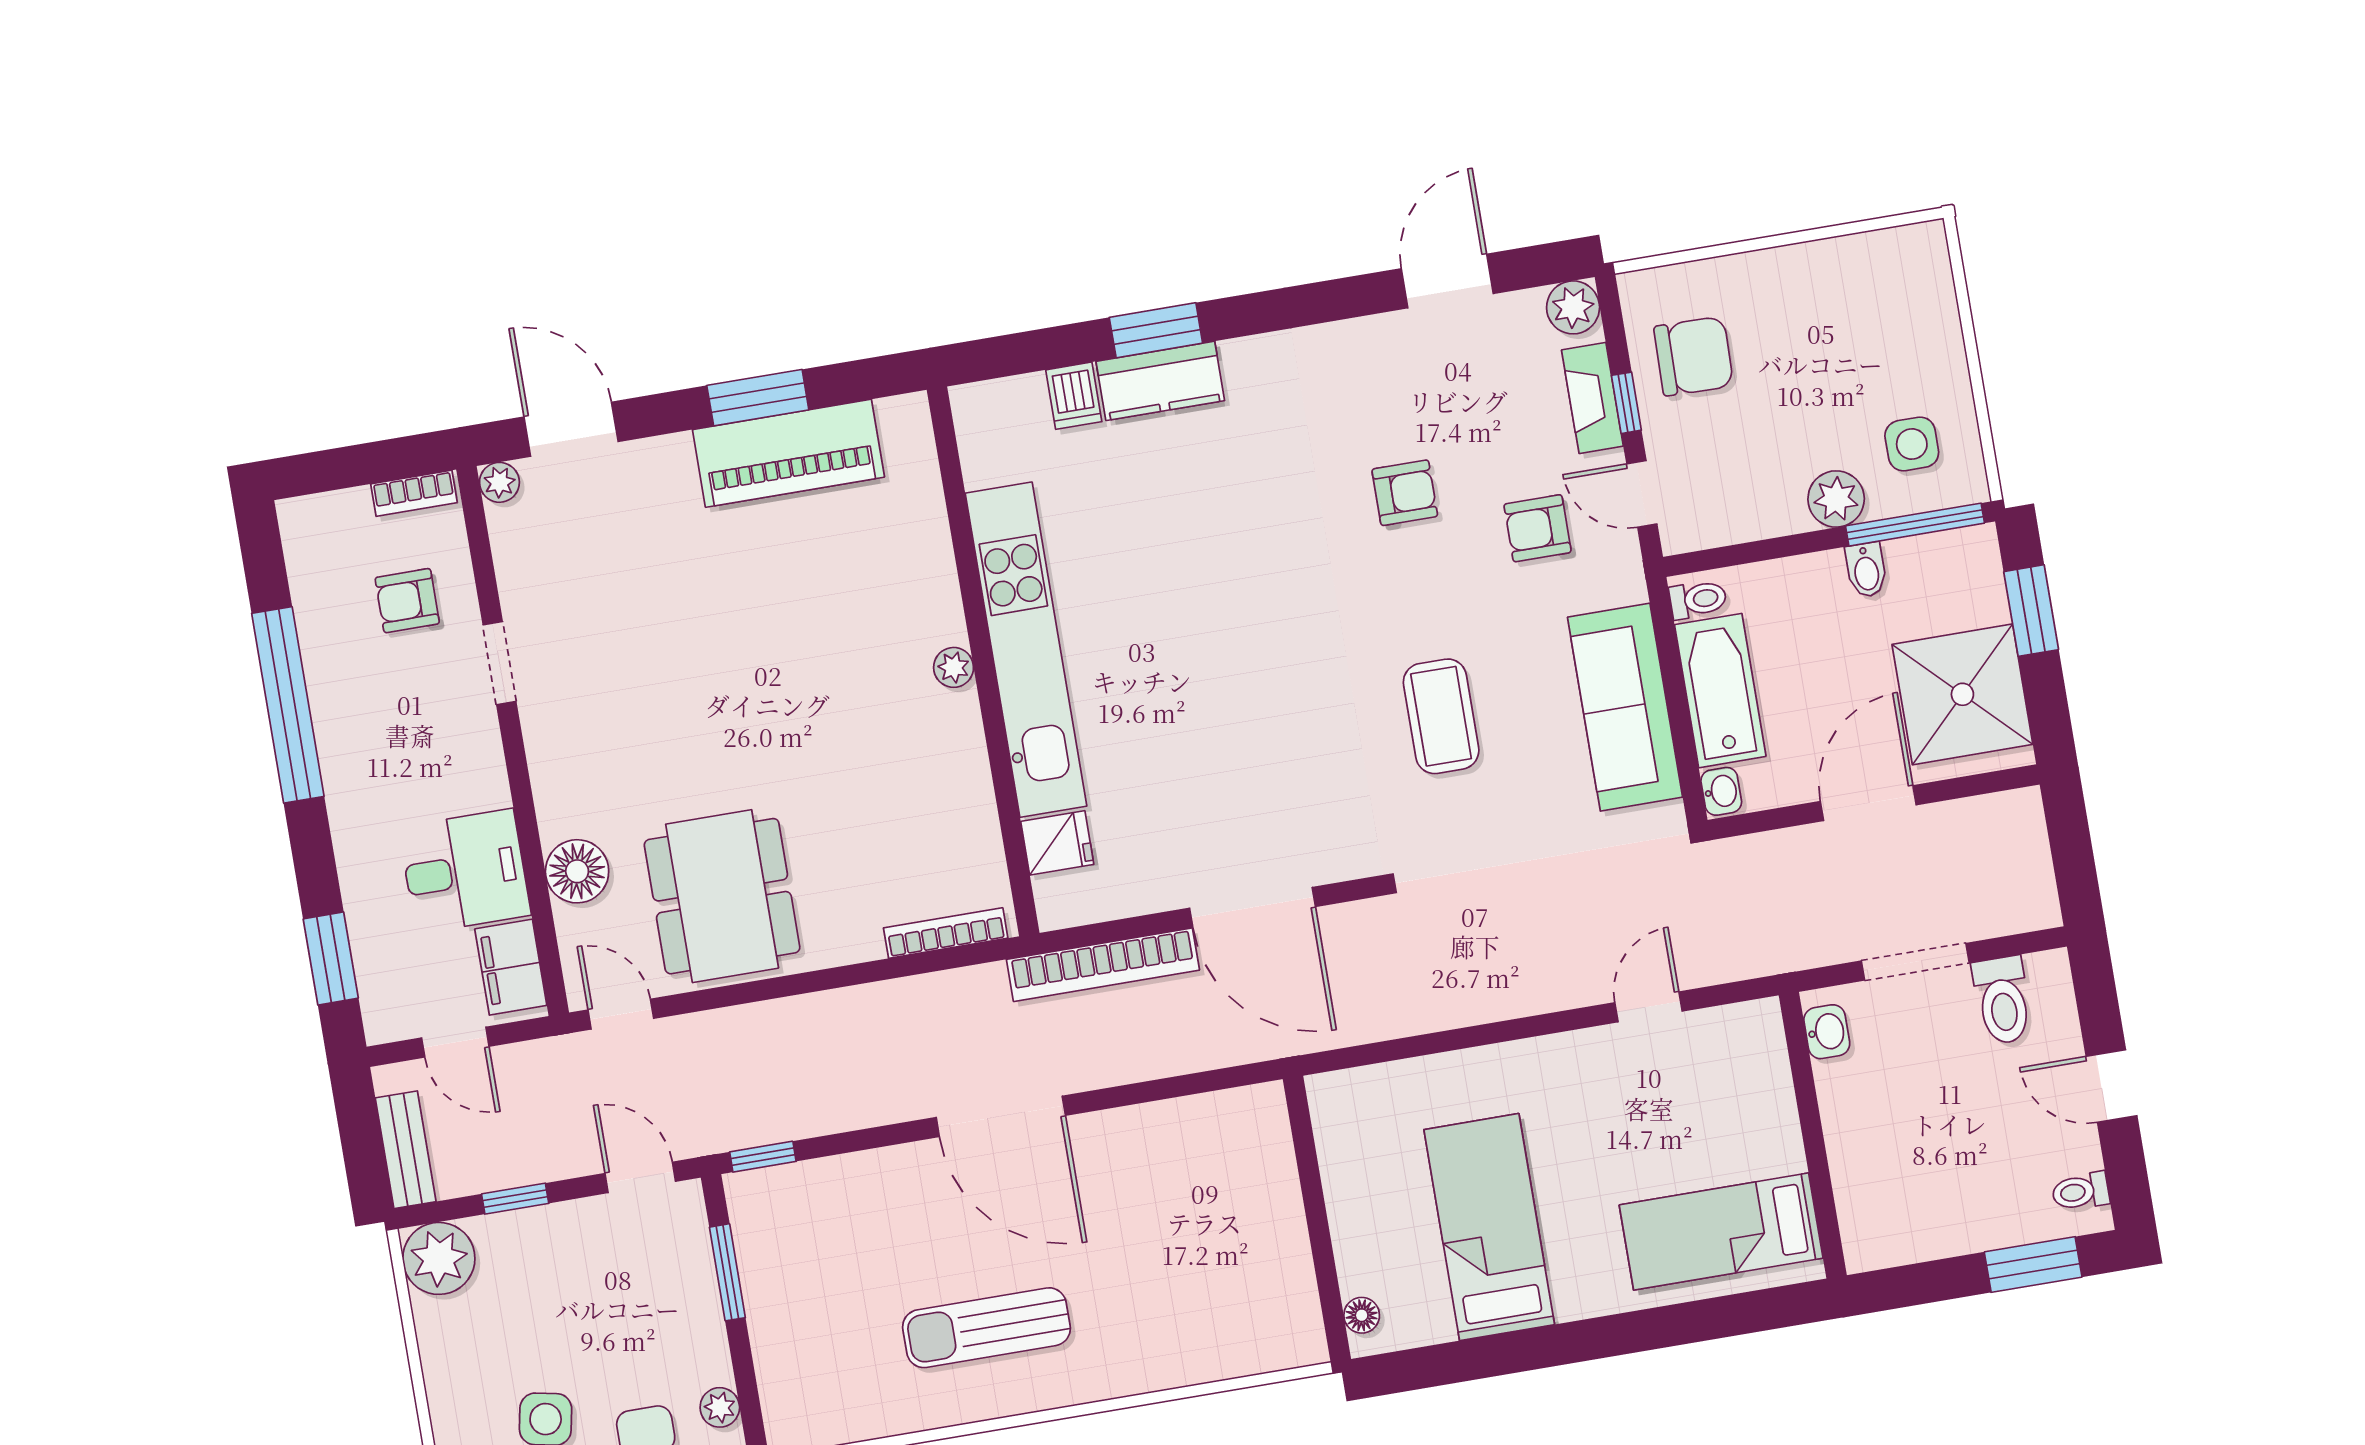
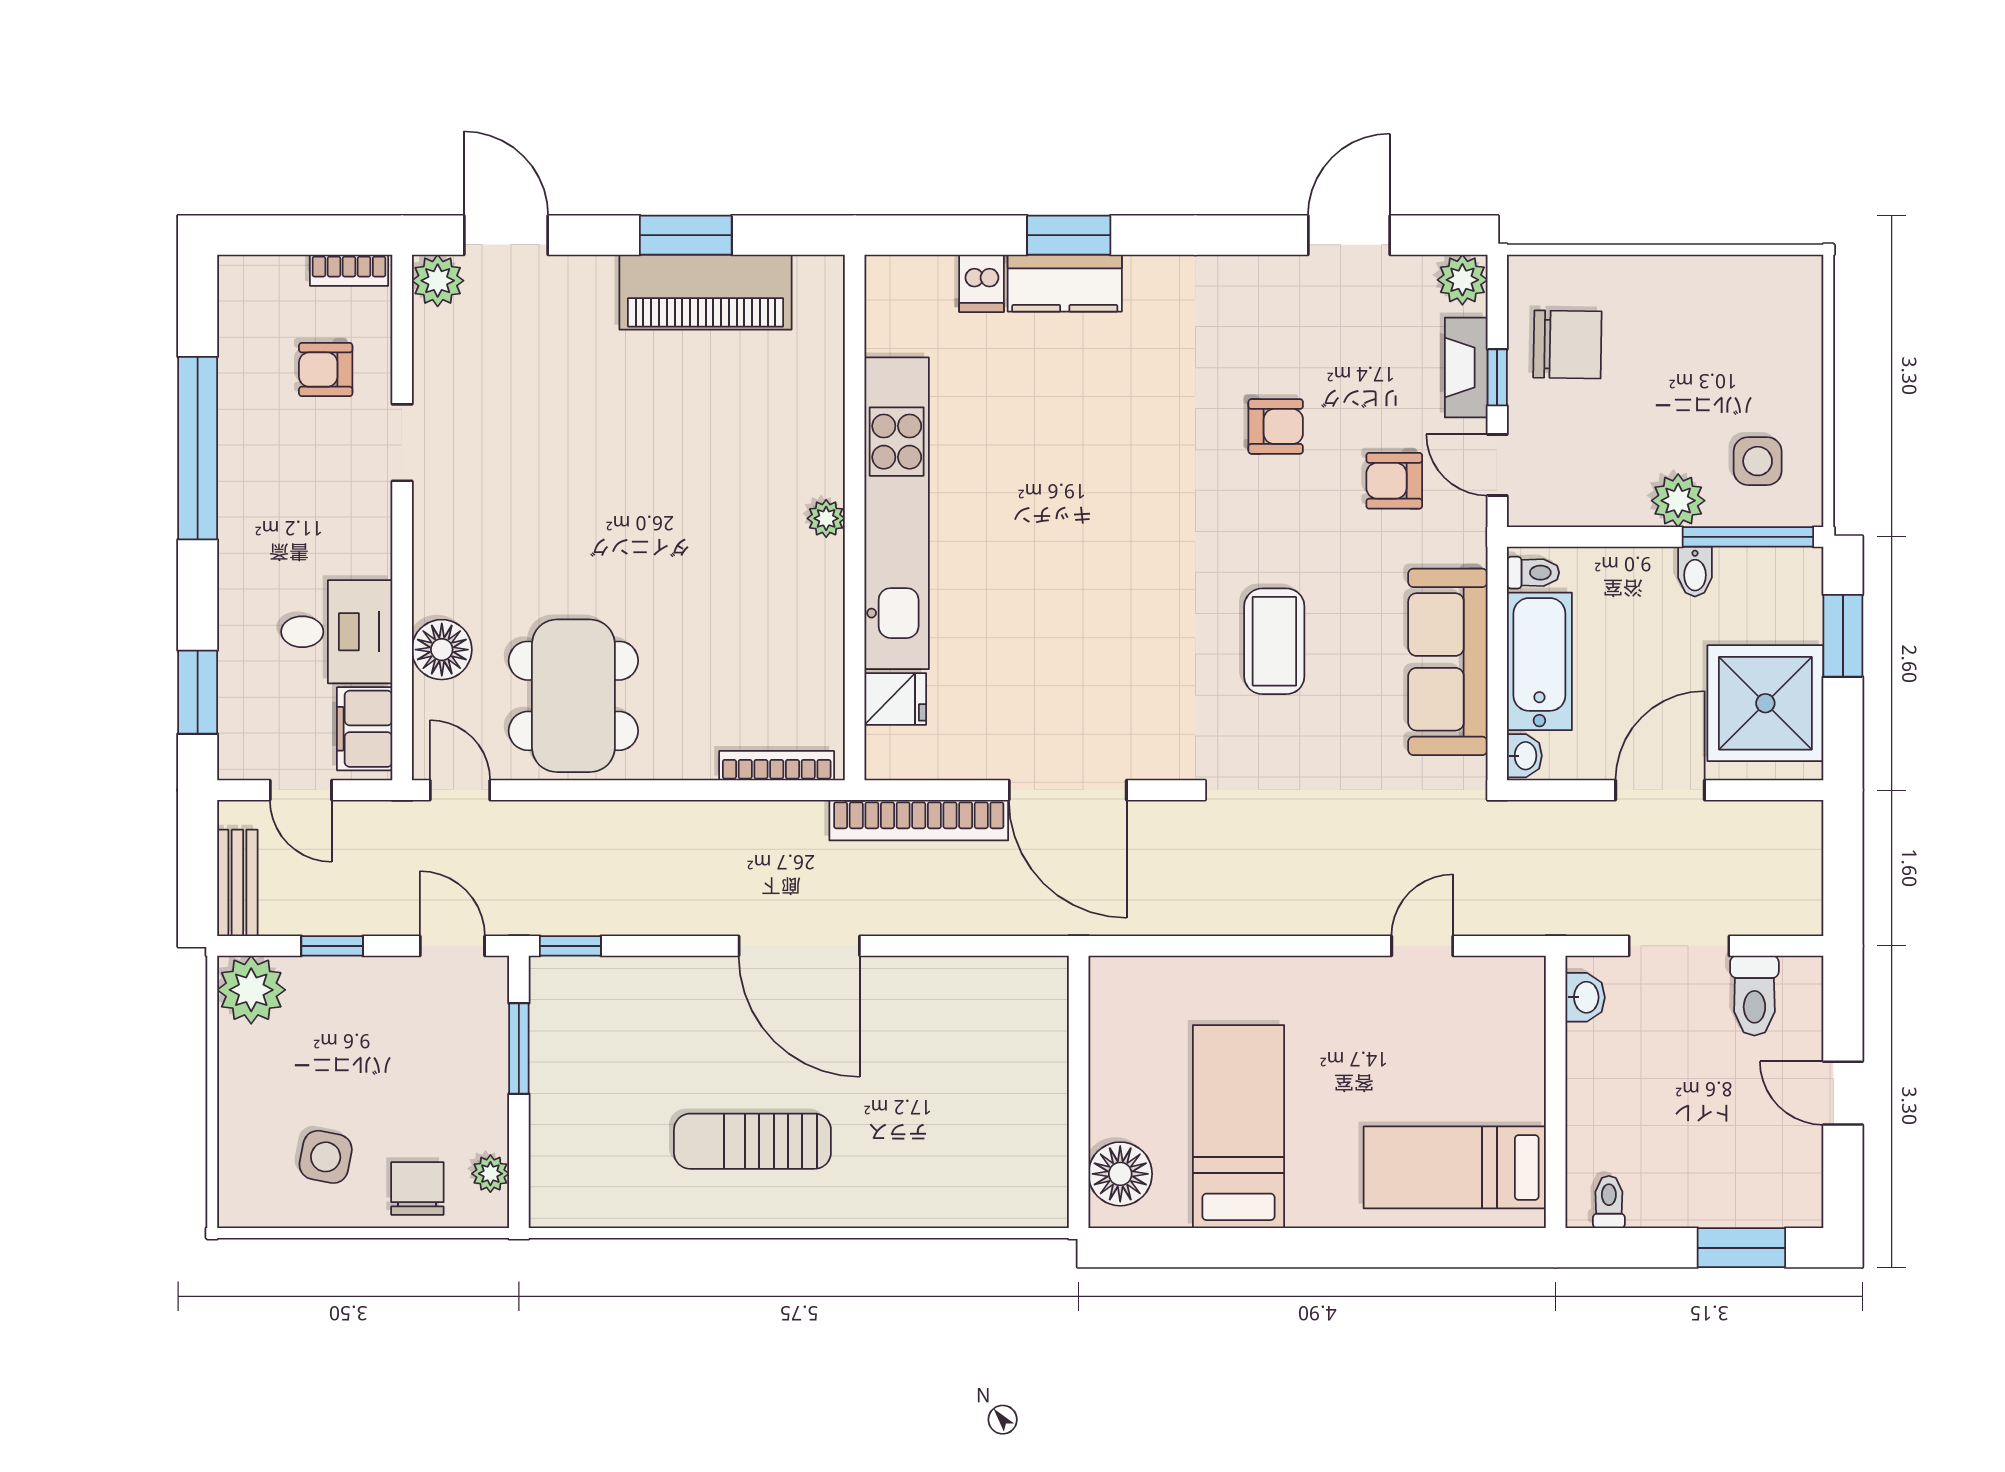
plant: (499, 482) -> (438, 281), width x1.38, depth x1.38
toilet: (2081, 1191) -> (1609, 1202), moved, turned 90
floor lamp: (1362, 1315) -> (1120, 1174), width x1.89, depth x1.89

